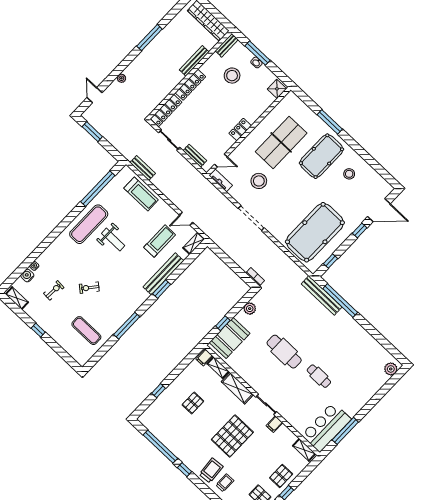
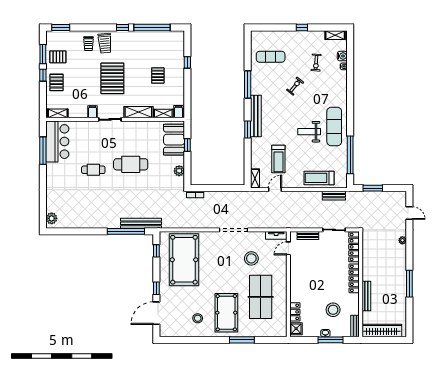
locker: (240, 129) -> (295, 312), moved
window: (92, 132) -> (373, 188), moved
bench: (163, 274) -> (256, 116), moved

